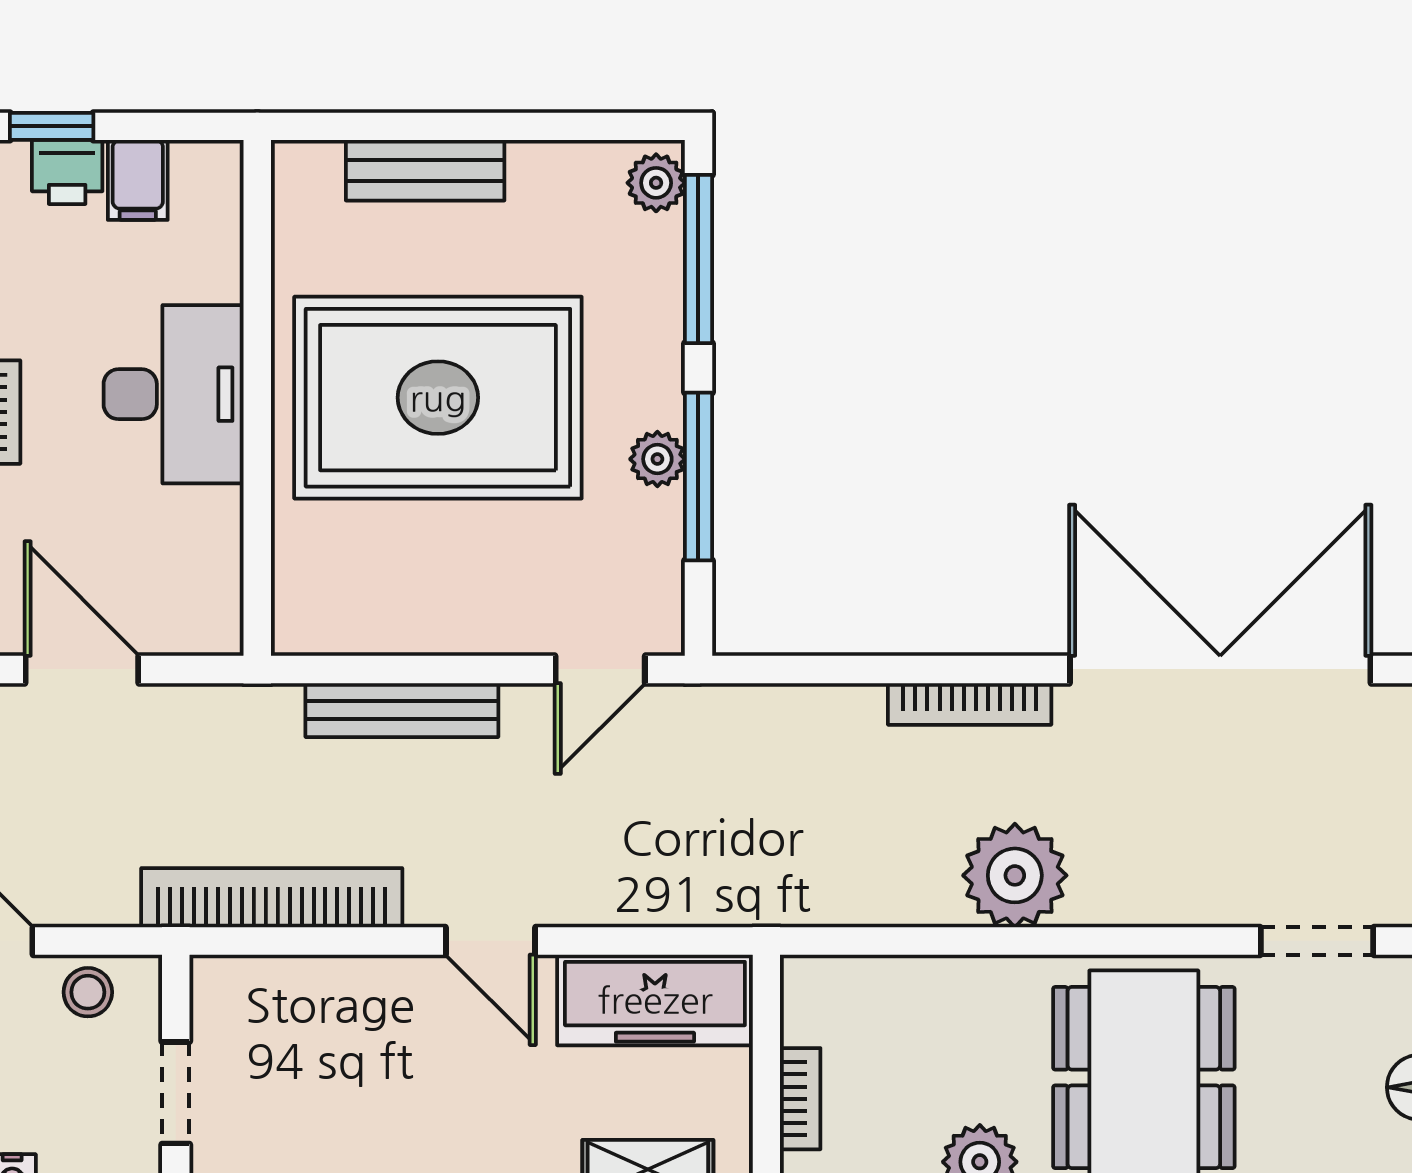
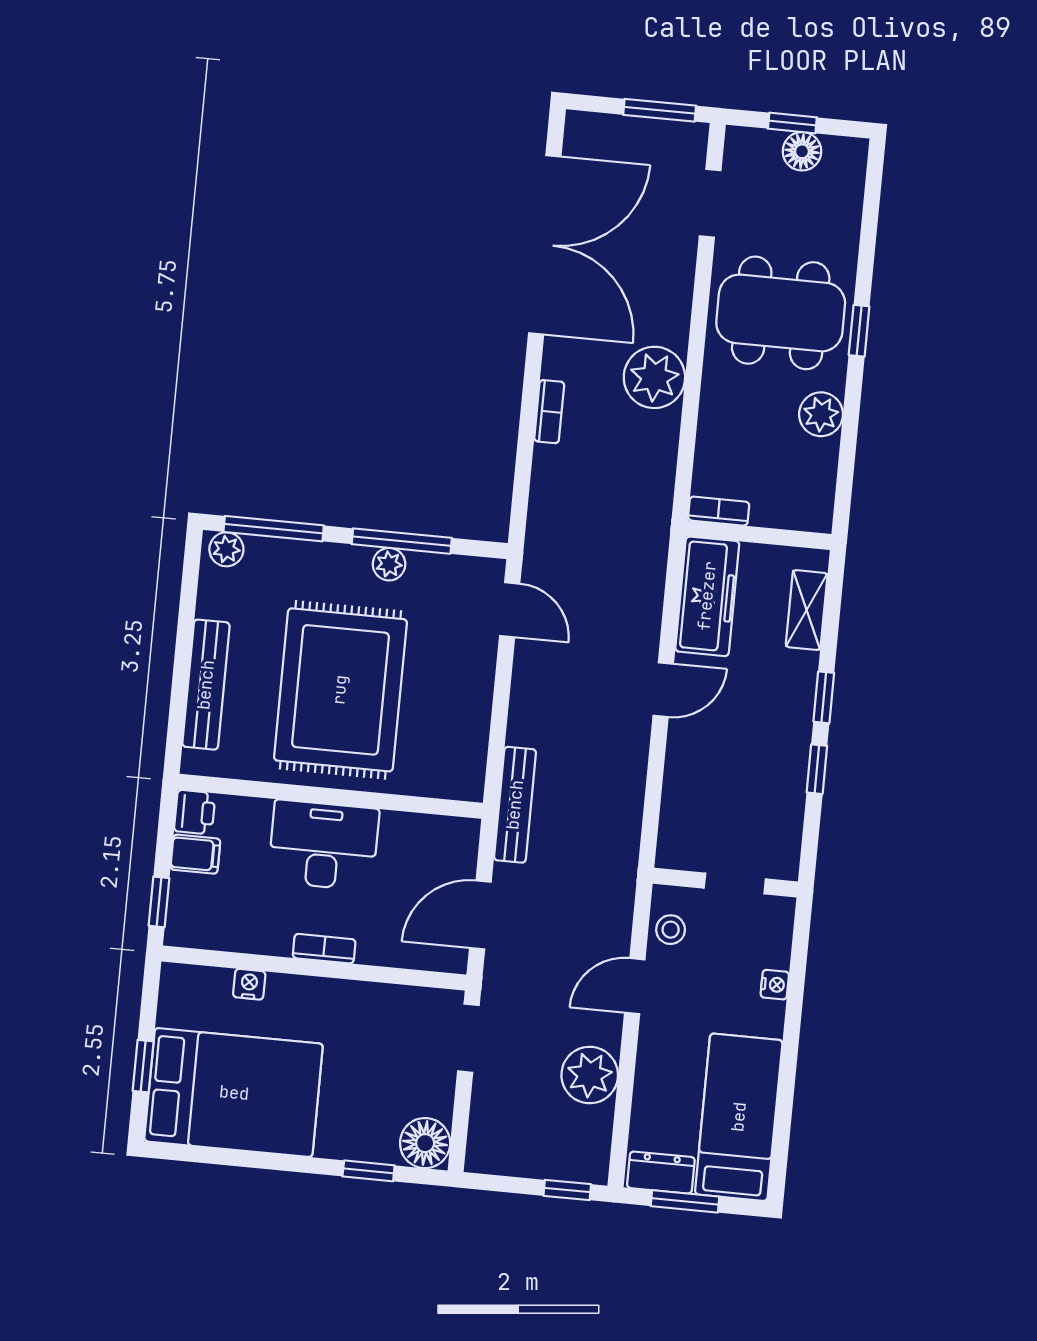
bench: (425, 170) -> (206, 685), width x1.36
printer: (67, 172) -> (195, 812), moved
double door: (1220, 669) -> (545, 245), swing flipped
bookcase: (970, 704) -> (549, 412), width x0.64
bench: (402, 710) -> (515, 805), moved
bookcase: (272, 898) -> (625, 816), removed
bookcase: (800, 1099) -> (719, 511), moved

